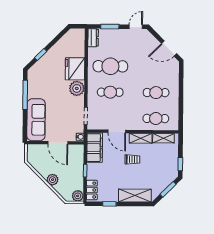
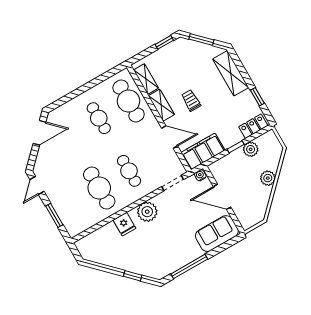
door: (136, 27) -> (37, 185), hinge flipped
dresser: (93, 38) -> (78, 227), removed
door: (169, 49) -> (40, 133), hinge flipped
fridge: (75, 69) -> (124, 224), width x0.53, depth x0.75
cafe table: (156, 118) -> (129, 101), width x1.37, depth x1.35
sofa: (36, 120) -> (217, 234), width x0.73
door: (117, 131) -> (170, 137), hinge flipped
door: (58, 143) -> (222, 197), swing flipped
plant: (78, 196) -> (251, 149), moved

